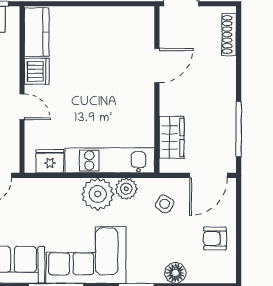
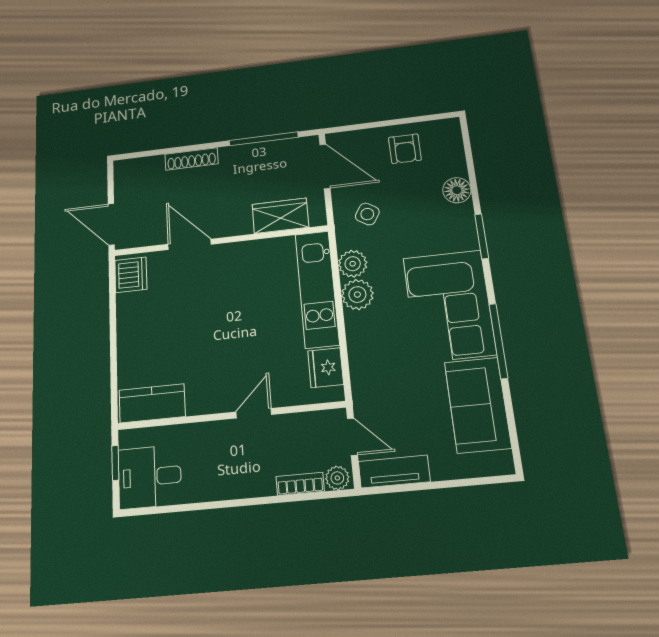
shoe rack: (229, 35) -> (192, 159), moved
dishwasher: (37, 71) -> (131, 275), moved, turned 90
plant: (98, 194) -> (357, 294), width x0.73, depth x0.73

